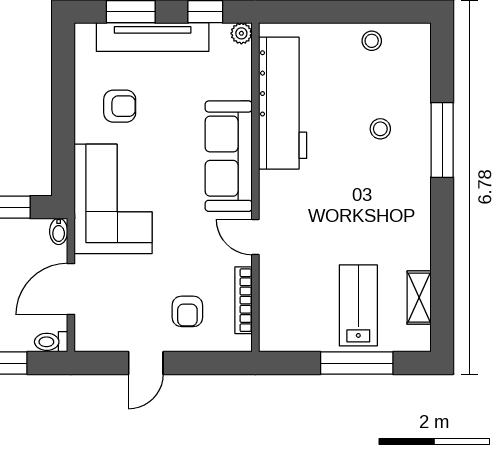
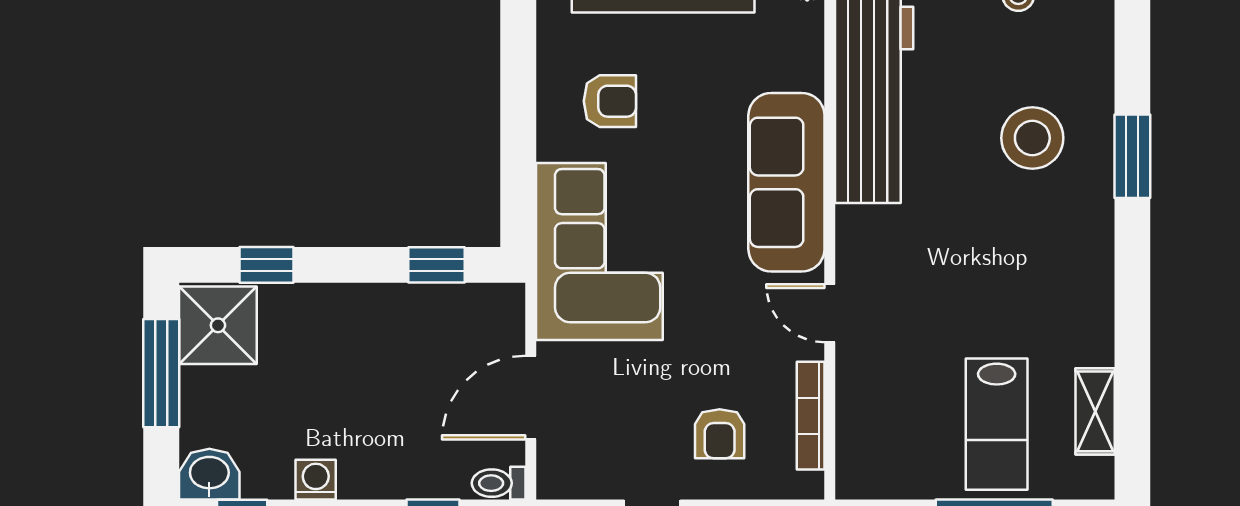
stool: (380, 129) -> (1032, 138), width x1.89, depth x1.89
window: (442, 140) -> (1132, 156), width x0.69
bidet: (59, 231) -> (511, 304), removed
lab bench: (358, 305) -> (997, 424), turned 180

